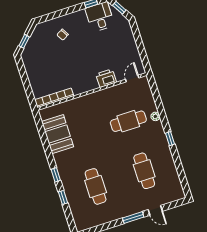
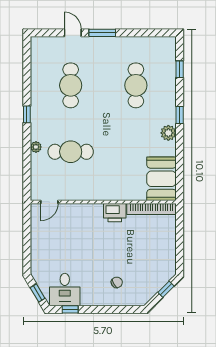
printer: (106, 78) -> (115, 213), moved
booth: (58, 134) -> (162, 179), moved
plant: (60, 159) -> (168, 133), added
window: (63, 197) -> (180, 69), moved

